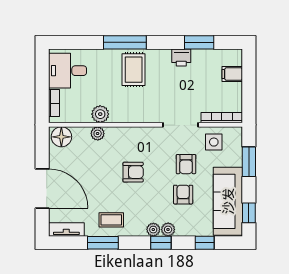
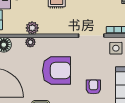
armchair: (186, 164) -> (95, 65), removed
armchair: (133, 172) -> (57, 71), width x1.88, depth x1.88

